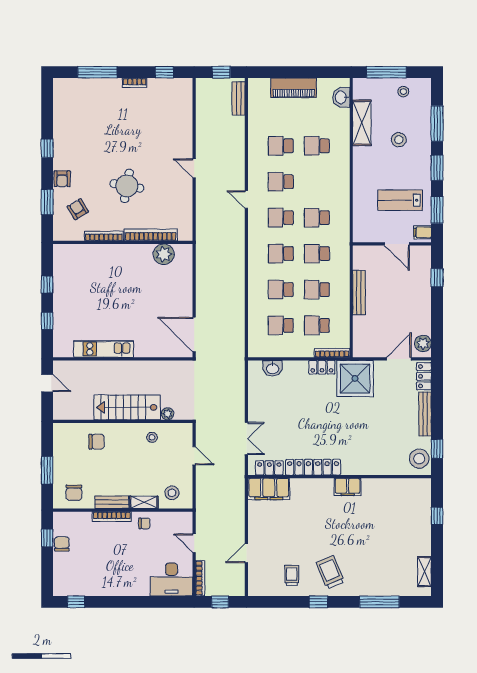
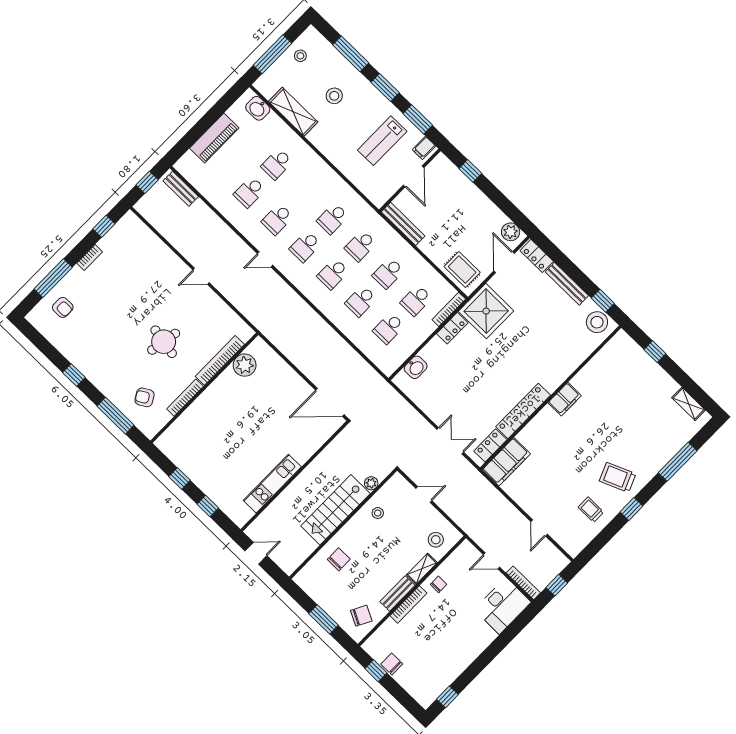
armchair: (62, 179) -> (63, 307), moved
window: (47, 202) -> (115, 416), width x1.44
door: (397, 244) -> (414, 176), hinge flipped
bench: (359, 293) -> (403, 224), moved
rug: (367, 336) -> (462, 270), added
chair: (74, 493) -> (361, 616), turned -63

